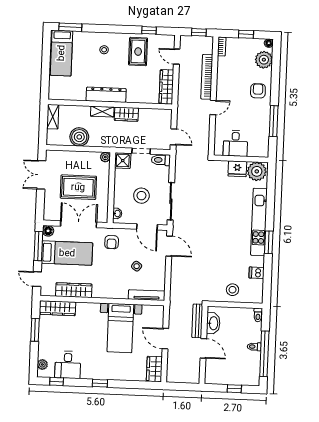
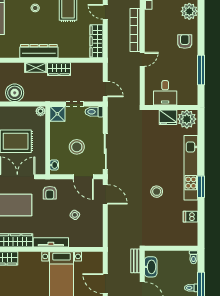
stool: (232, 290) -> (157, 192), moved
tv unit: (147, 295) -> (51, 242), moved
bench: (197, 321) -> (135, 261), width x0.73

